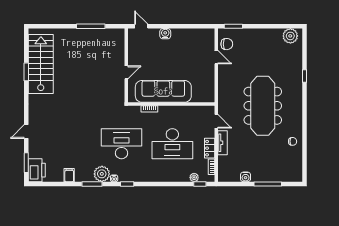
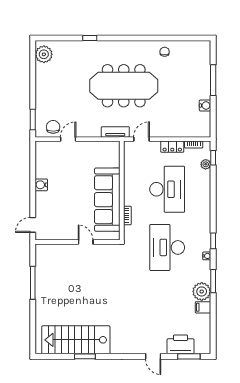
water cooler: (165, 34) -> (41, 185), moved
tv unit: (222, 143) -> (115, 132), moved
printer: (37, 170) -> (181, 344), moved
plant: (102, 174) -> (202, 291), moved

